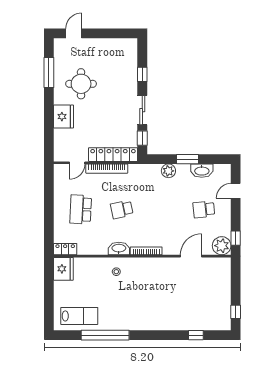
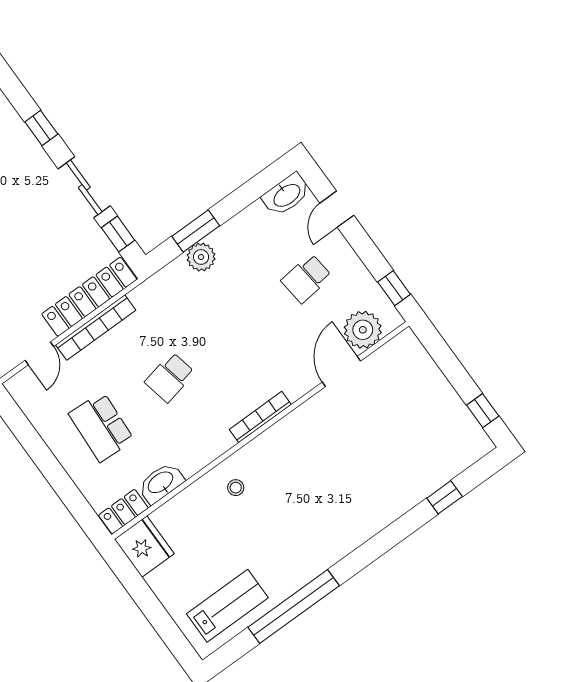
window: (188, 159) -> (196, 231), moved
washbasin: (202, 171) -> (286, 195), moved
plant: (222, 246) -> (363, 330), moved
washbasin: (119, 248) -> (161, 483), moved

